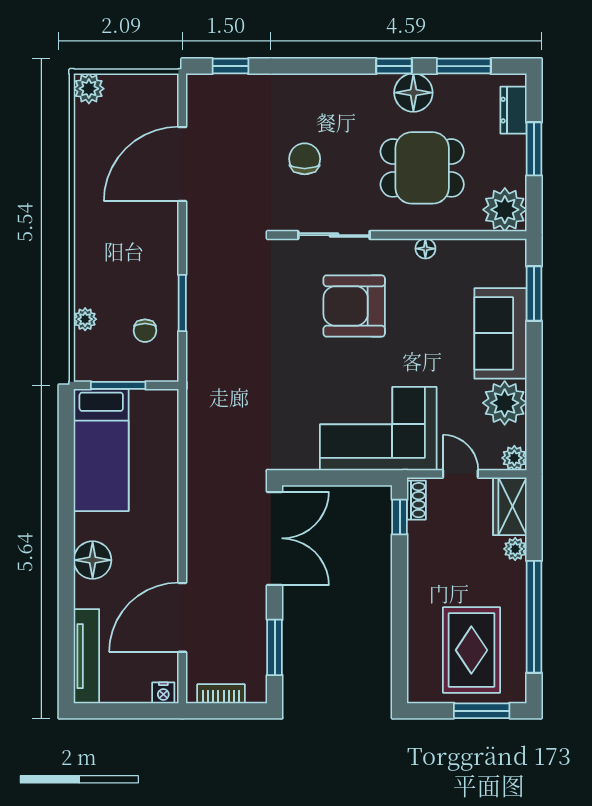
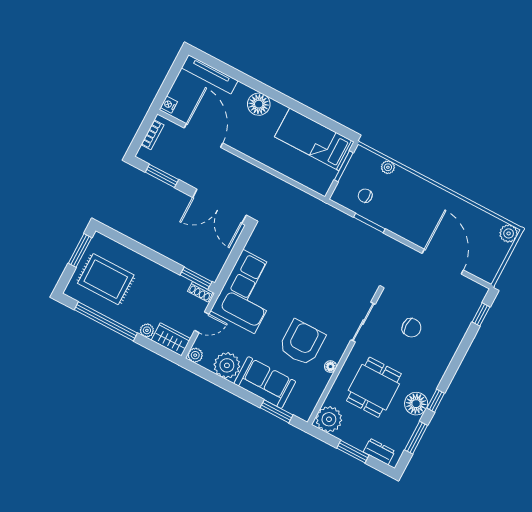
armchair: (354, 306) -> (302, 343), moved
window: (400, 517) -> (196, 278), width x1.50
window: (482, 711) -> (80, 250), moved

